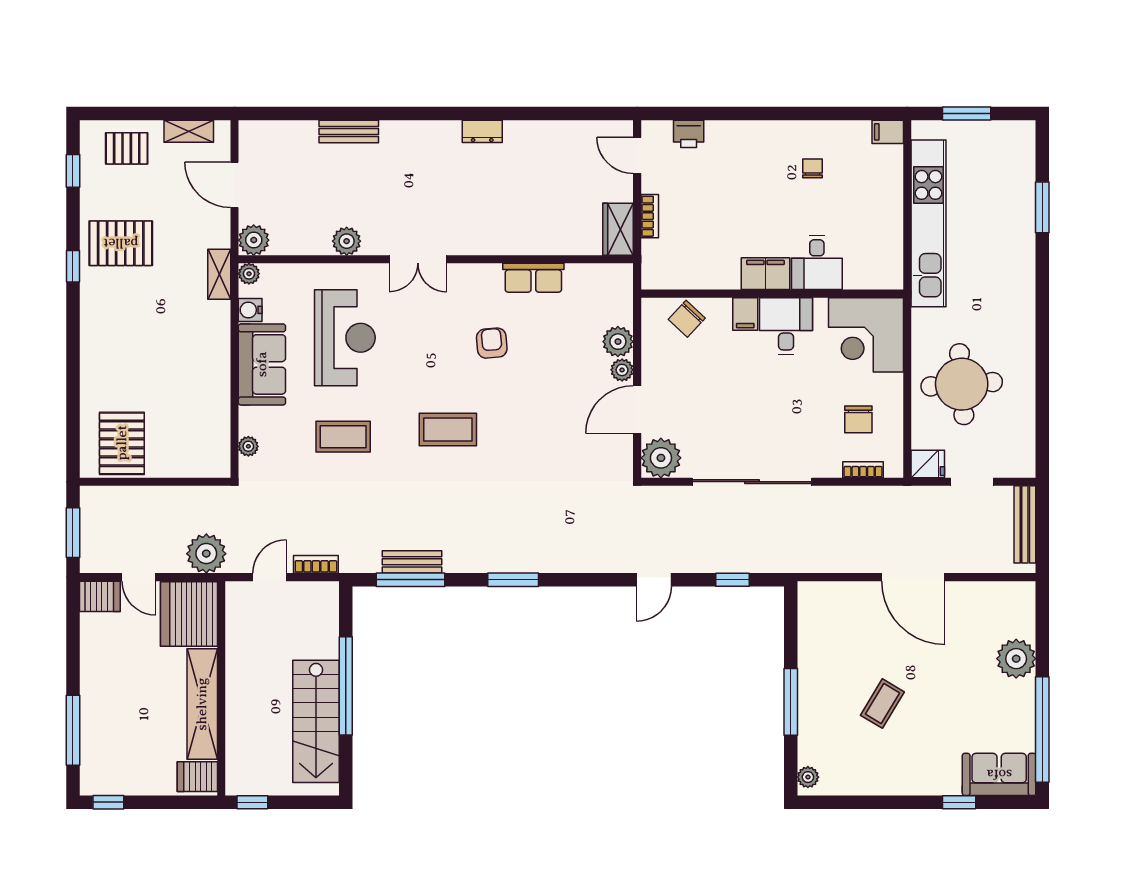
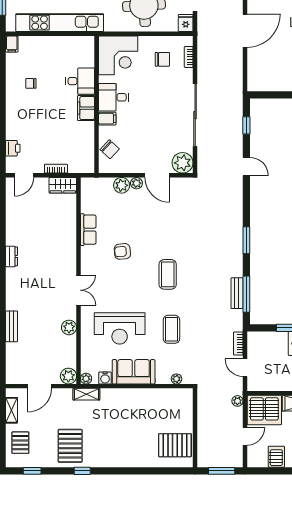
reception desk: (345, 338) -> (120, 328), turned 180
plant: (206, 554) -> (237, 401), width x0.53, depth x0.53
server rack: (100, 596) -> (276, 457), moved

